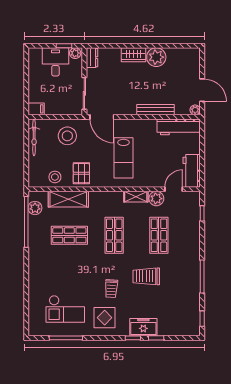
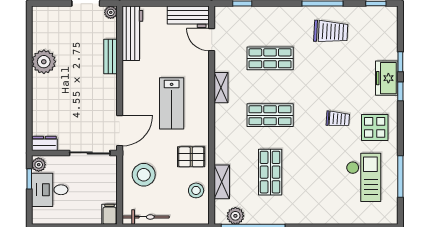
wardrobe: (134, 55) -> (41, 91), removed
bench: (155, 110) -> (110, 56), width x0.73
lab bench: (123, 158) -> (172, 103), turned 90
shelving: (68, 199) -> (222, 182), width x0.67, depth x0.75
plant: (156, 199) -> (223, 62), removed
trolley: (146, 276) -> (331, 32), moved, turned -87

